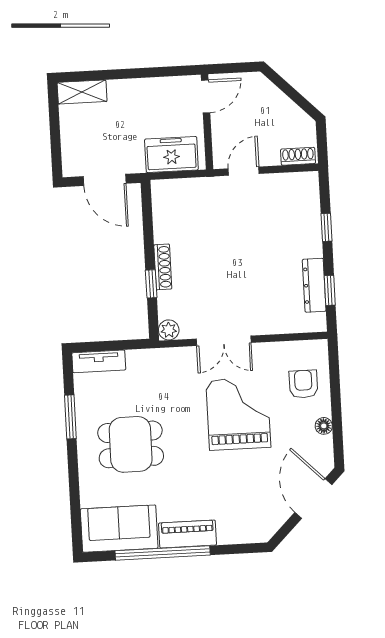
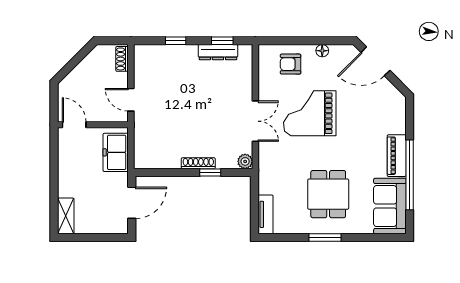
window: (70, 417) -> (325, 238), moved

